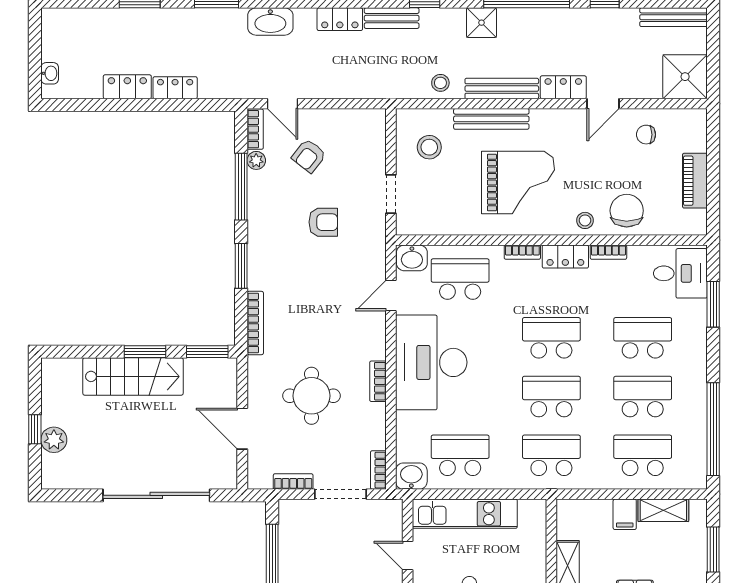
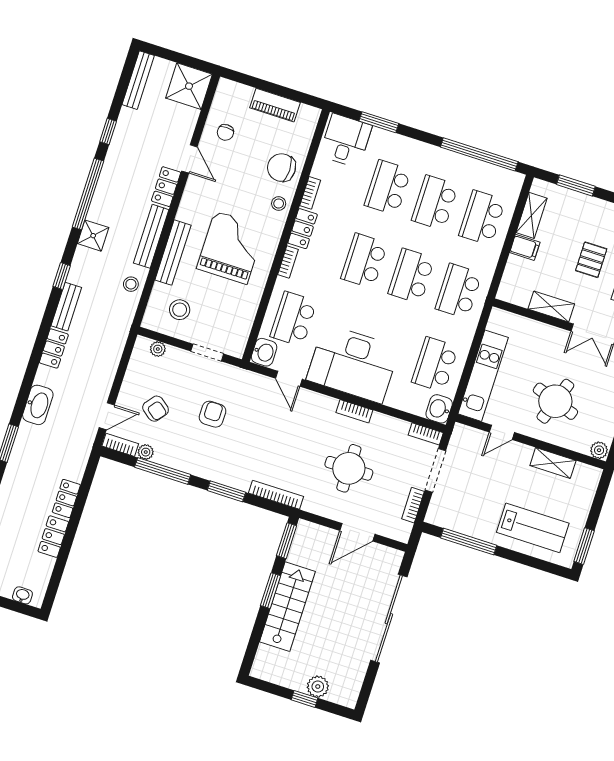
plant: (377, 137) -> (158, 349), added

